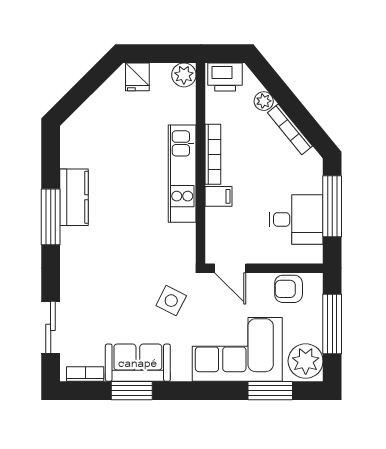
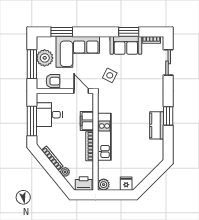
filing cabinet: (219, 196) -> (87, 121), width x2.00
window: (51, 217) -> (168, 116), width x0.69
plant: (306, 361) -> (45, 58), moved

